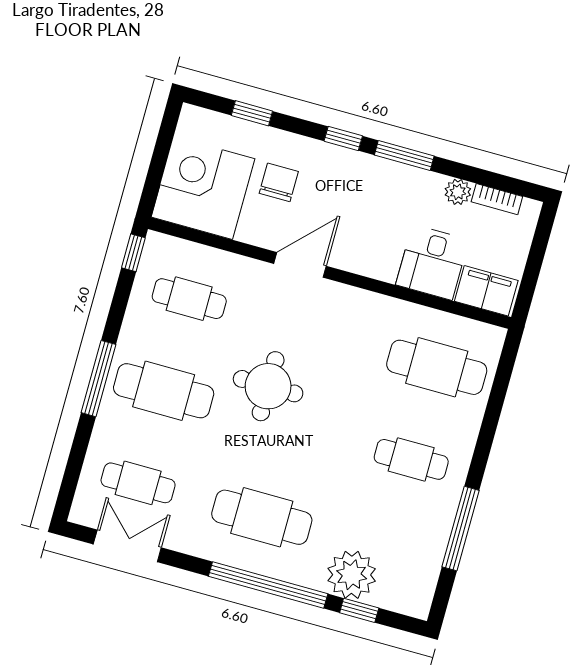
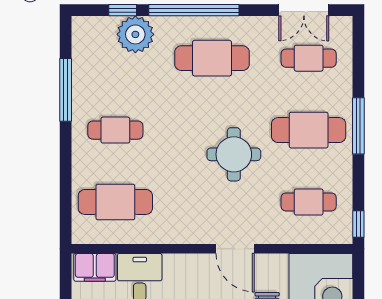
door: (300, 265) -> (235, 249), hinge flipped

